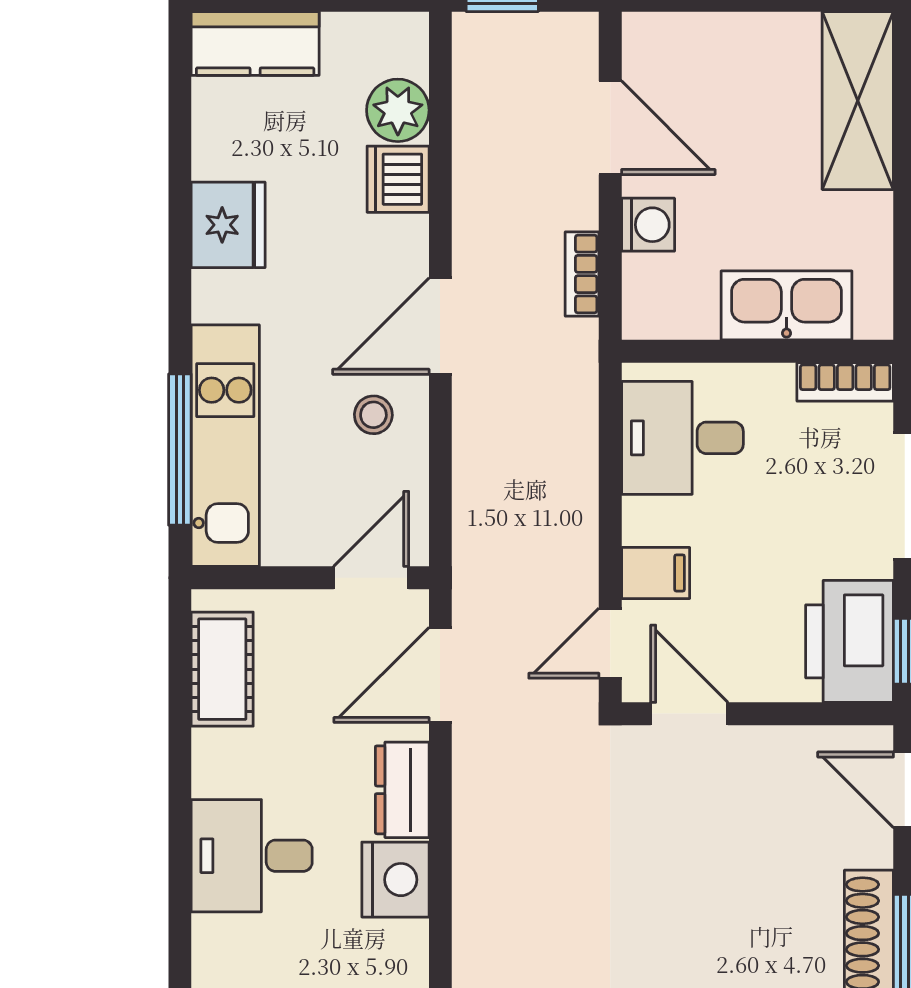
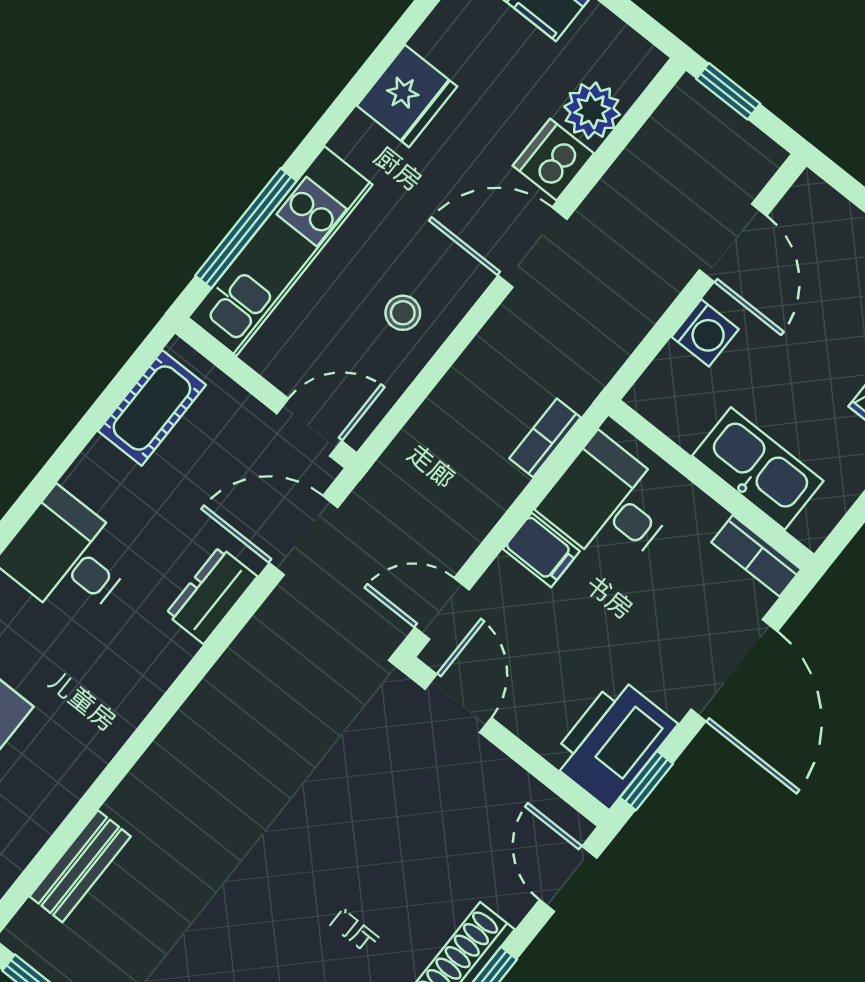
bookcase: (582, 274) -> (545, 438), moved
door: (440, 326) -> (533, 247), moved
filing cabinet: (656, 573) -> (541, 550), moved
nightstand: (395, 880) -> (156, 655), removed

